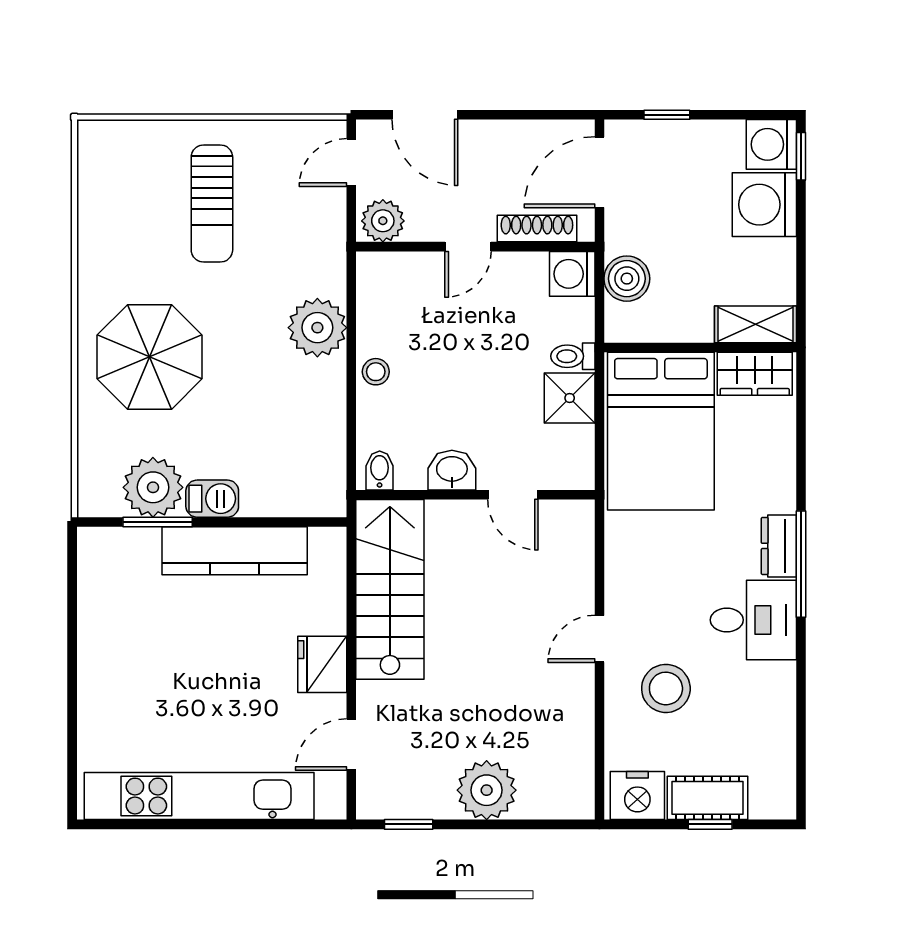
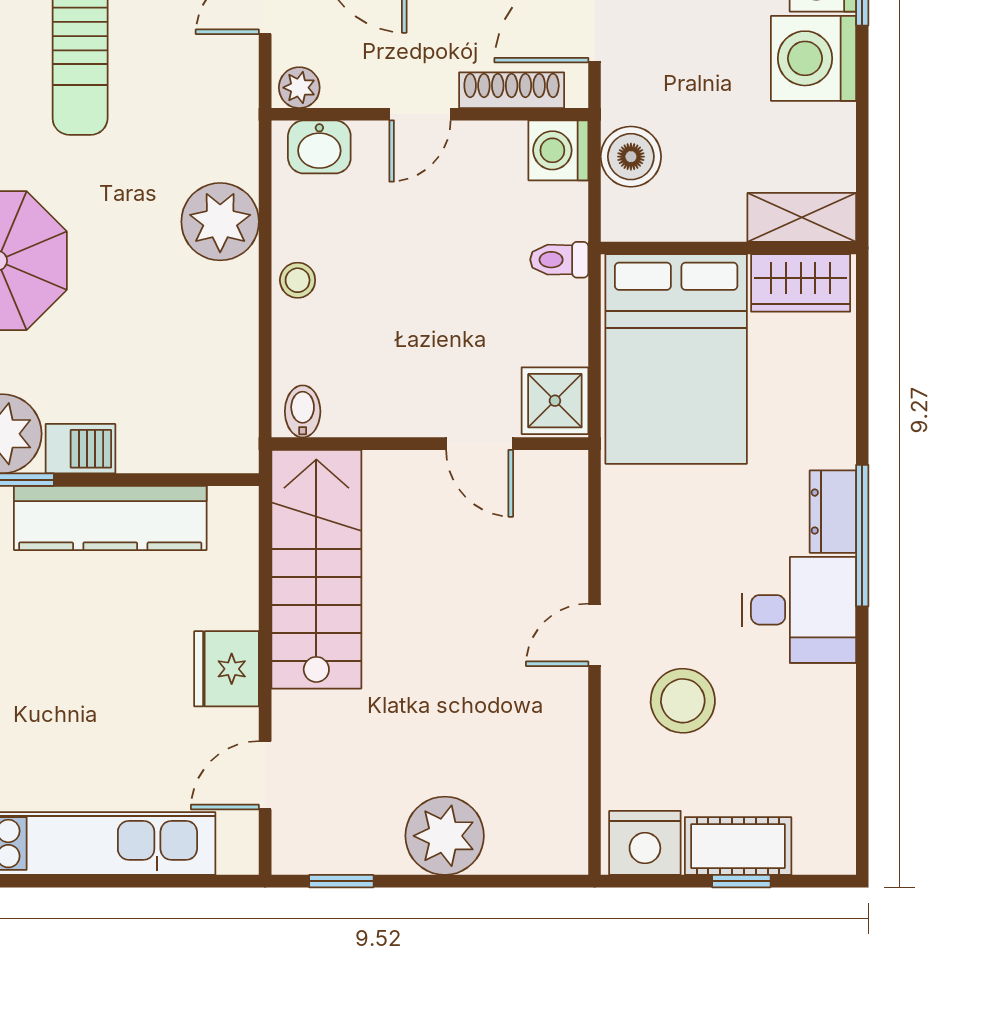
plant: (383, 221) -> (299, 88), width x0.73, depth x0.73
shower: (570, 398) -> (555, 401), moved
washbasin: (452, 470) -> (319, 147), moved, turned 180

